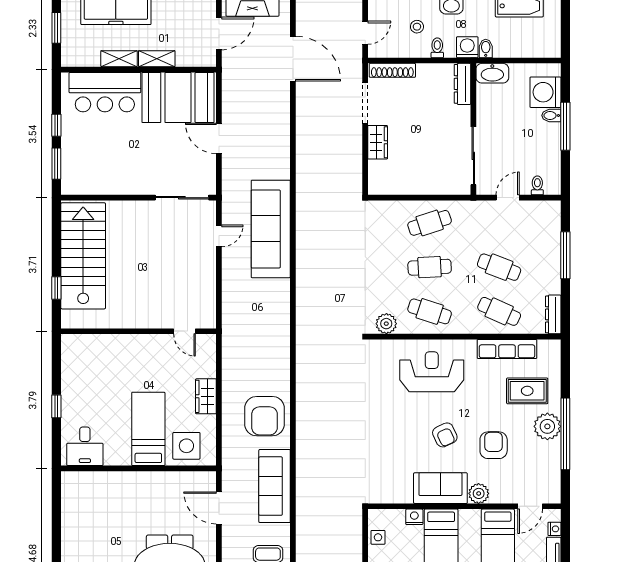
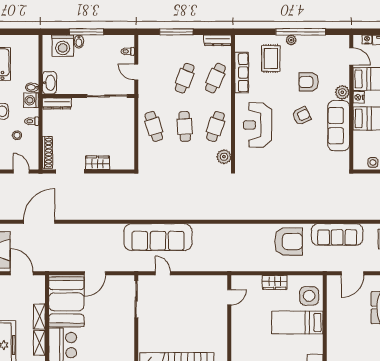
plant: (547, 426) -> (291, 40), width x0.53, depth x0.53
sofa: (440, 488) -> (339, 126), width x1.36
nightstand: (414, 517) -> (359, 97), moved

